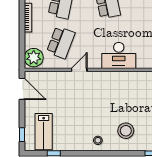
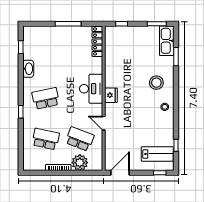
plant: (34, 58) -> (80, 163), moved
fridge: (111, 78) -> (111, 95), added

